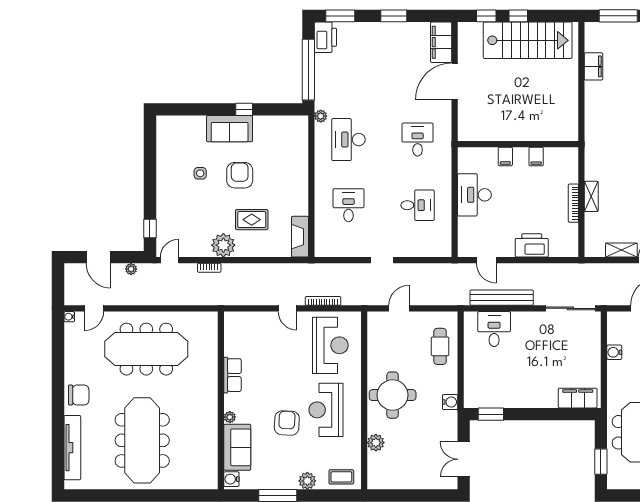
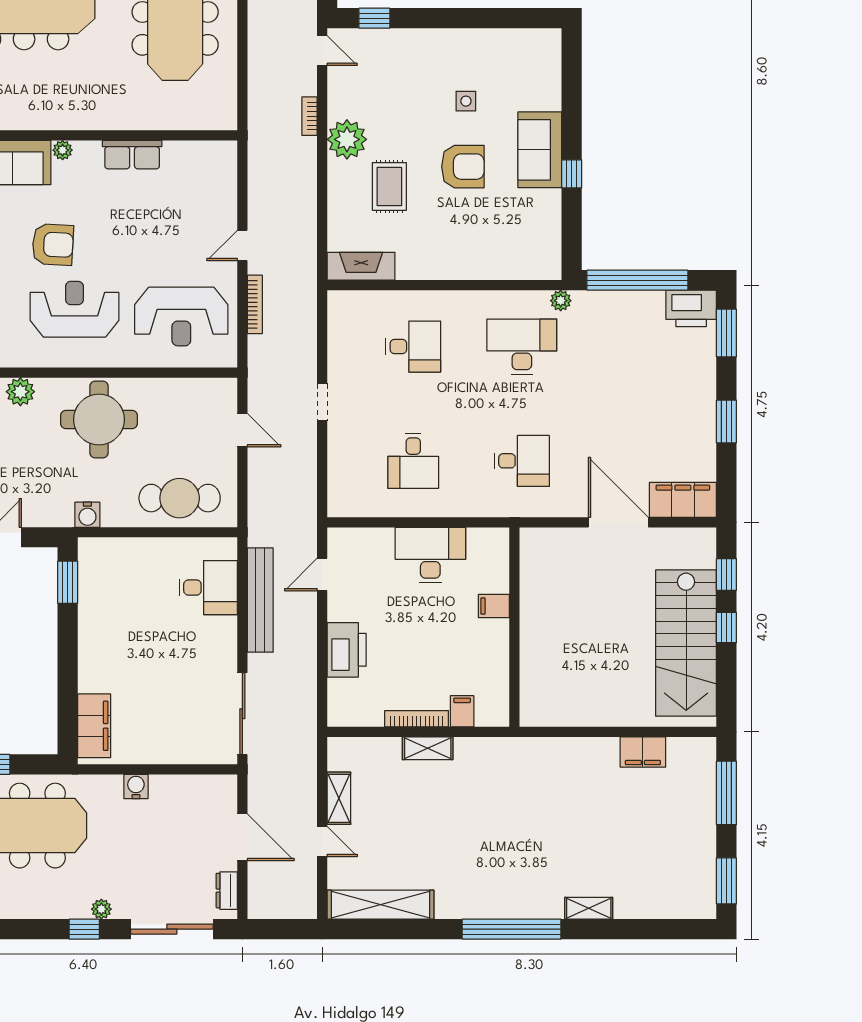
filing cabinet: (536, 157) -> (462, 711), moved, turned 90
cafe table: (440, 346) -> (180, 498), width x1.37, depth x1.35
water cooler: (614, 352) -> (136, 786), moved

